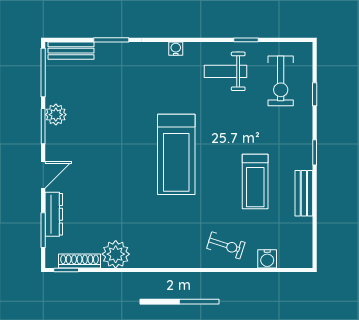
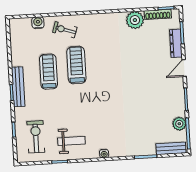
plant: (56, 115) -> (179, 124), moved
treadmill: (176, 154) -> (76, 65), moved, width x0.73, depth x0.73
bench: (304, 193) -> (18, 87), moved, width x1.36

